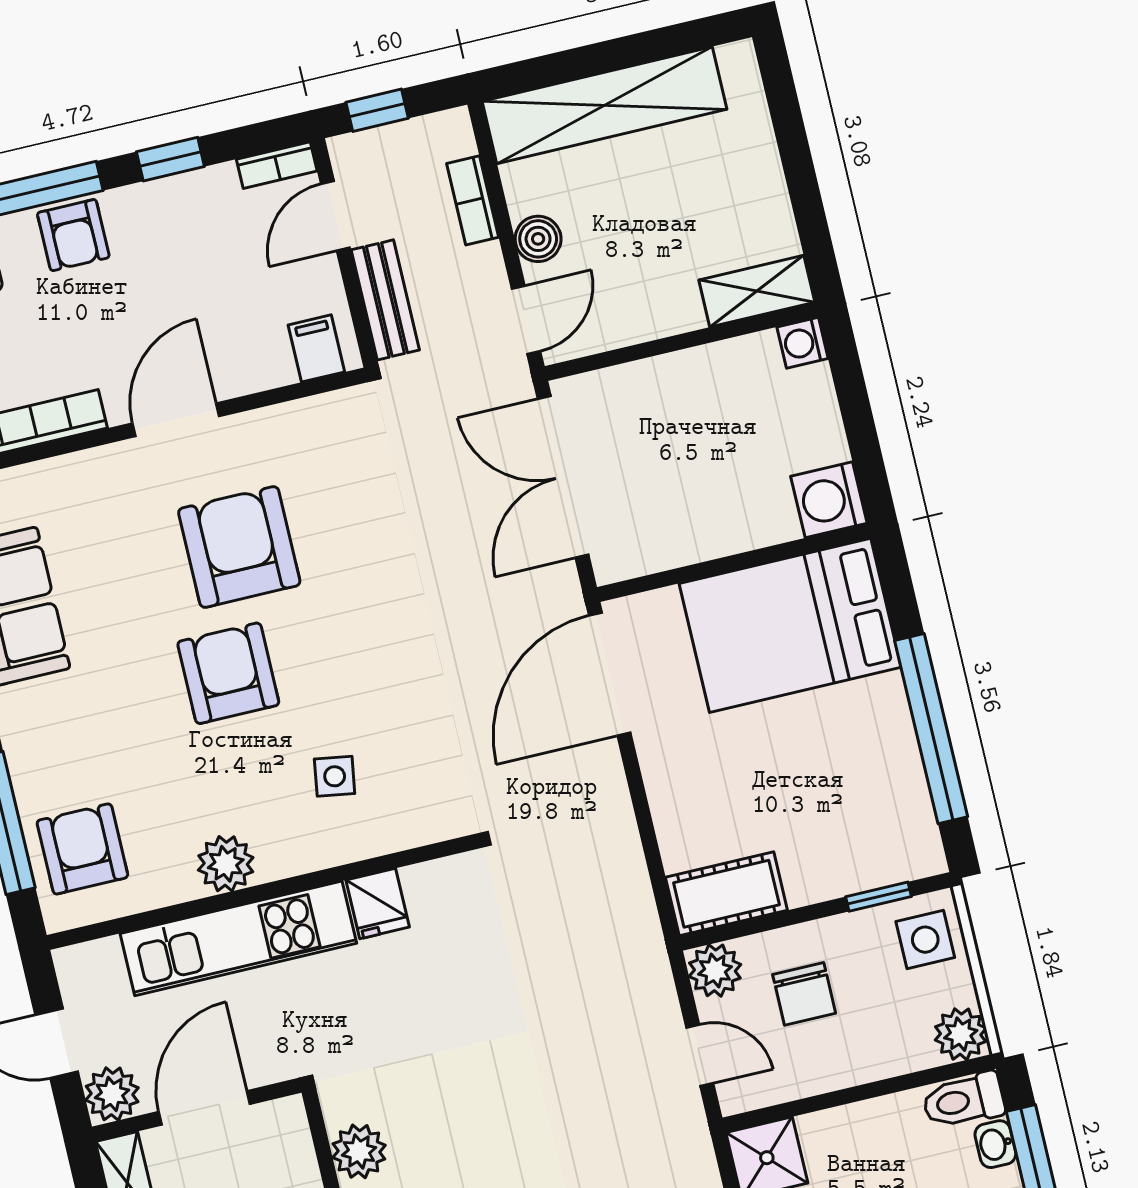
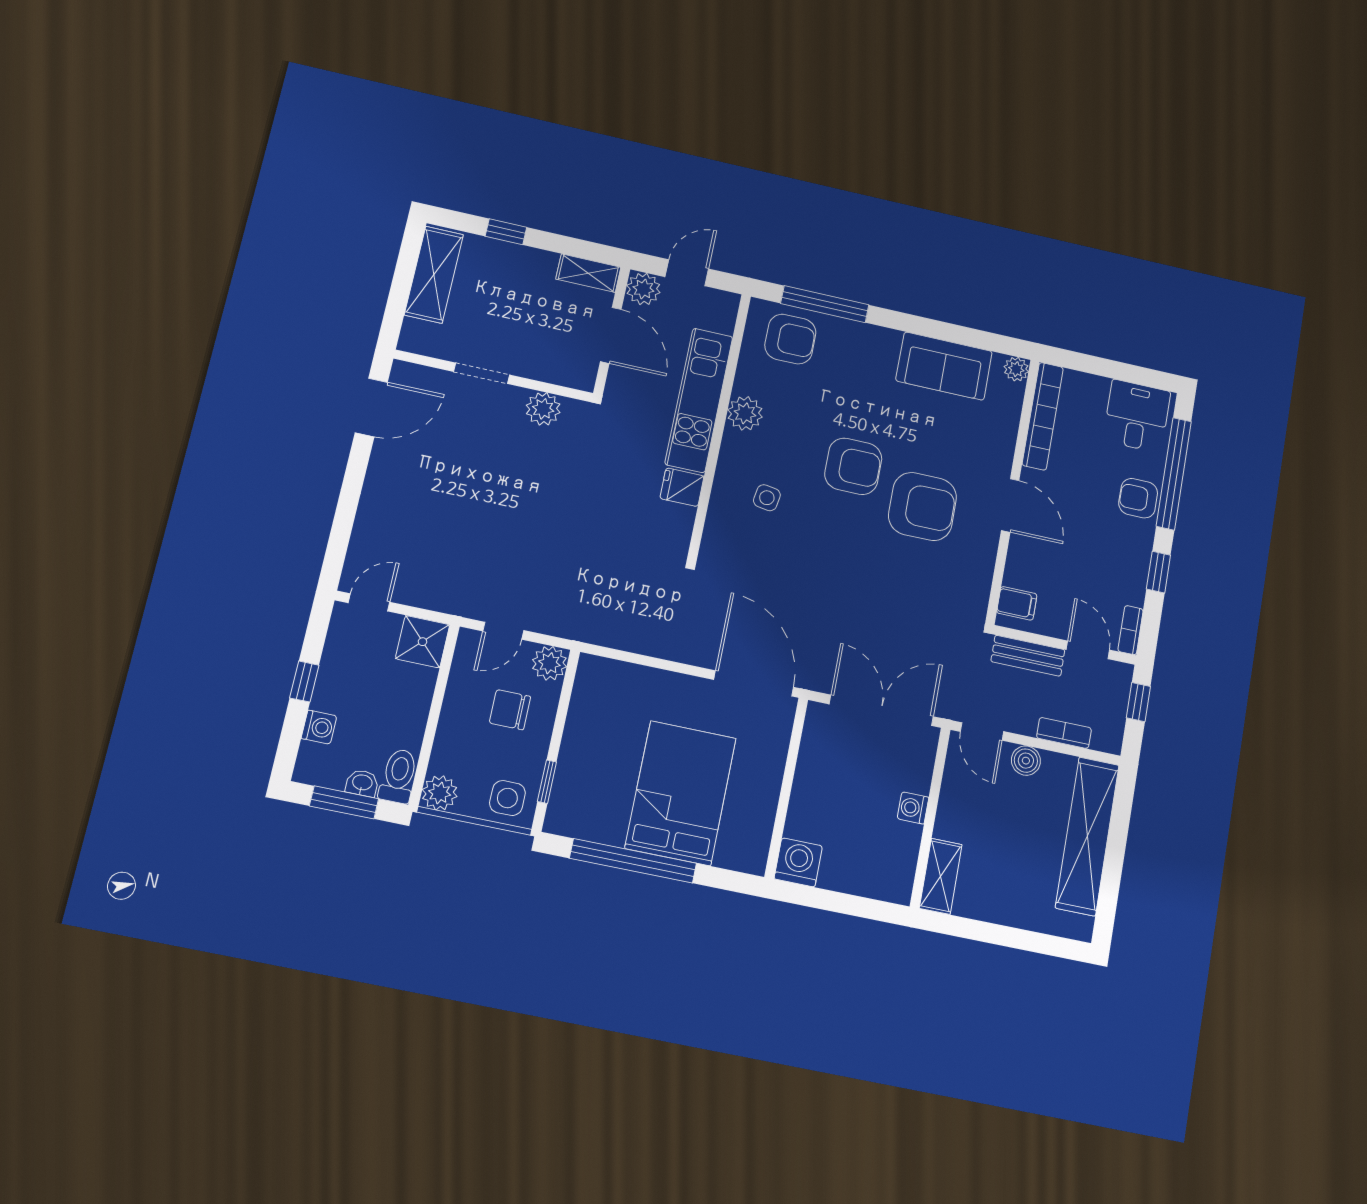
washing machine: (802, 343) -> (913, 808), moved, turned -90
bed: (790, 625) -> (681, 793), moved
cot: (726, 894) -> (592, 691), removed

